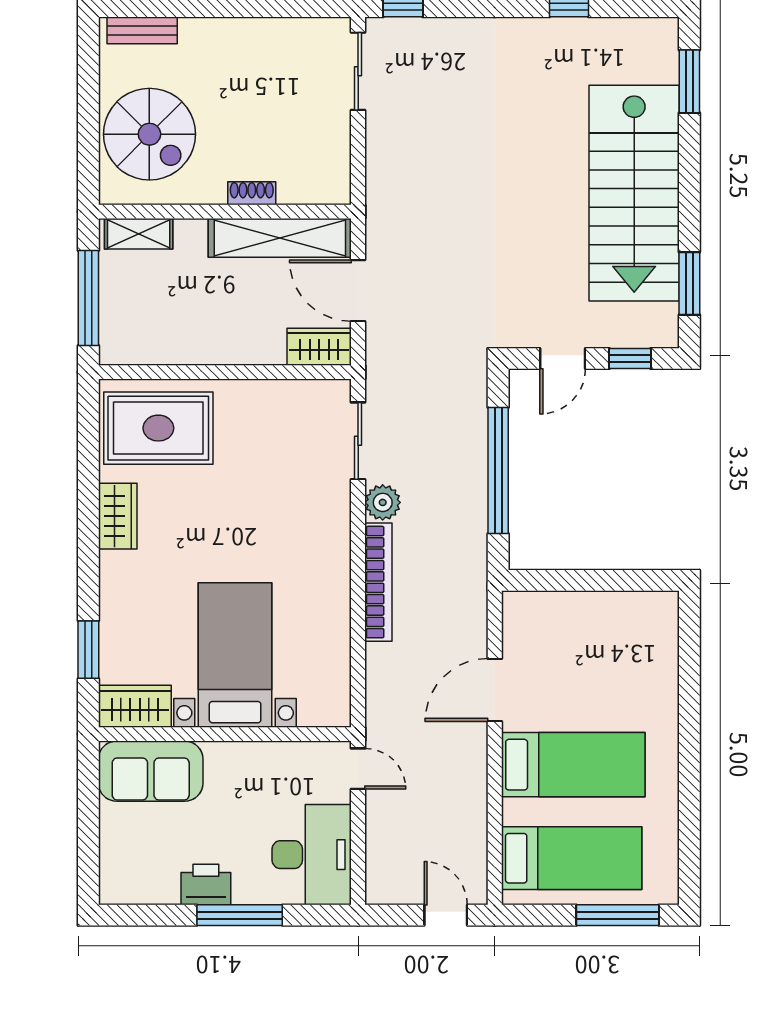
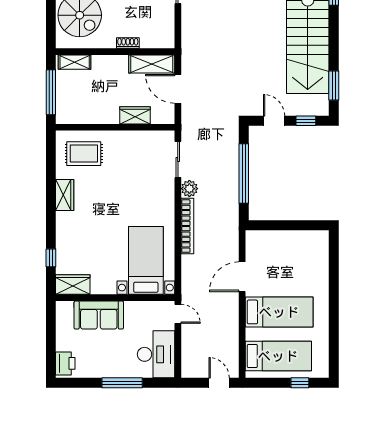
shelving: (280, 238) -> (152, 64), width x0.68
wardrobe: (319, 347) -> (135, 115), moved
door: (563, 358) -> (274, 121), swing flipped
rug: (158, 428) -> (84, 154), width x0.73, depth x0.70
window: (88, 650) -> (51, 258), width x0.67
bed with nightstands: (235, 655) -> (146, 260), moved
sofa: (151, 771) -> (99, 315), moved
printer: (206, 884) -> (65, 363), moved, turned 90
window: (618, 915) -> (300, 383), width x0.46

